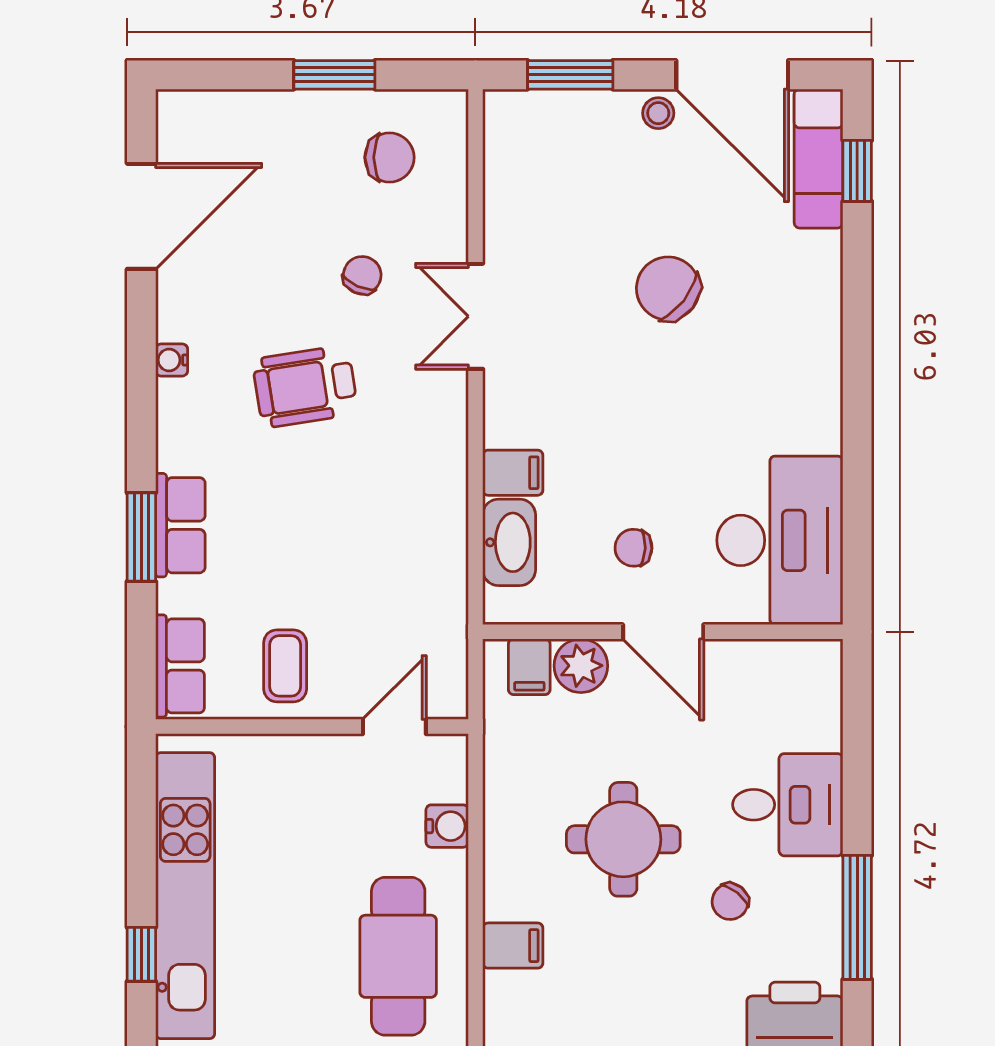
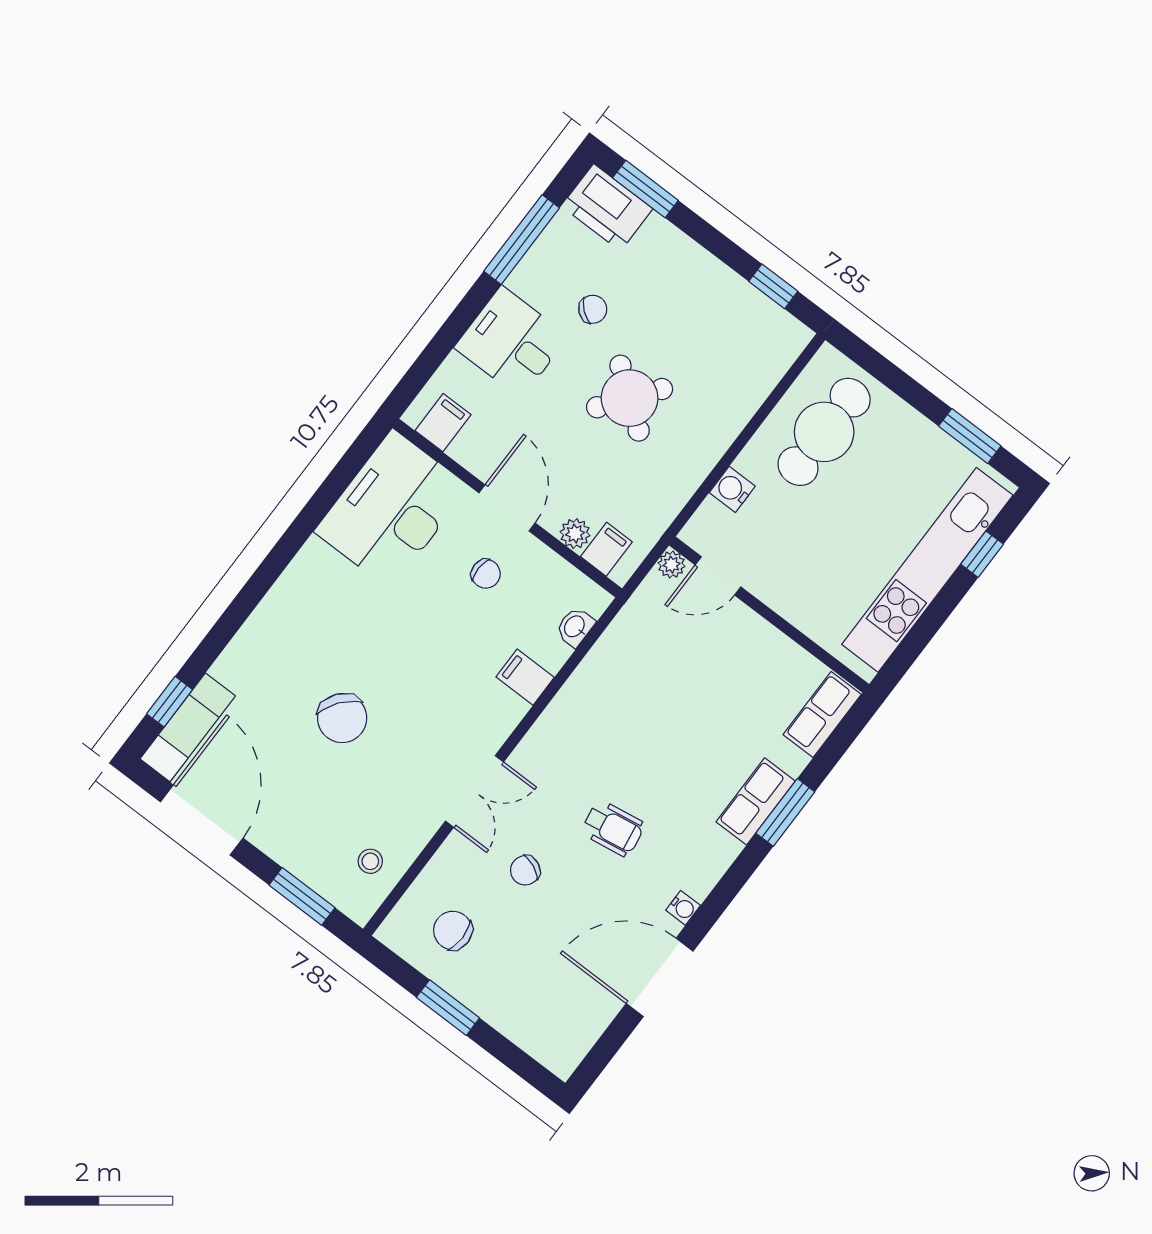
stool: (658, 113) -> (370, 861), moved
door: (141, 216) -> (660, 977), moved
wheelchair: (305, 387) -> (613, 828), width x0.73, depth x0.73
washbasin: (509, 542) -> (575, 627), width x0.52, depth x0.69
coffee table: (285, 666) -> (757, 665), removed
plant: (581, 666) -> (575, 534), width x0.73, depth x0.73
plant: (451, 702) -> (671, 565), added
round table: (623, 839) -> (630, 398), turned 37
filing cabinet: (513, 946) -> (443, 423), moved, turned 90

